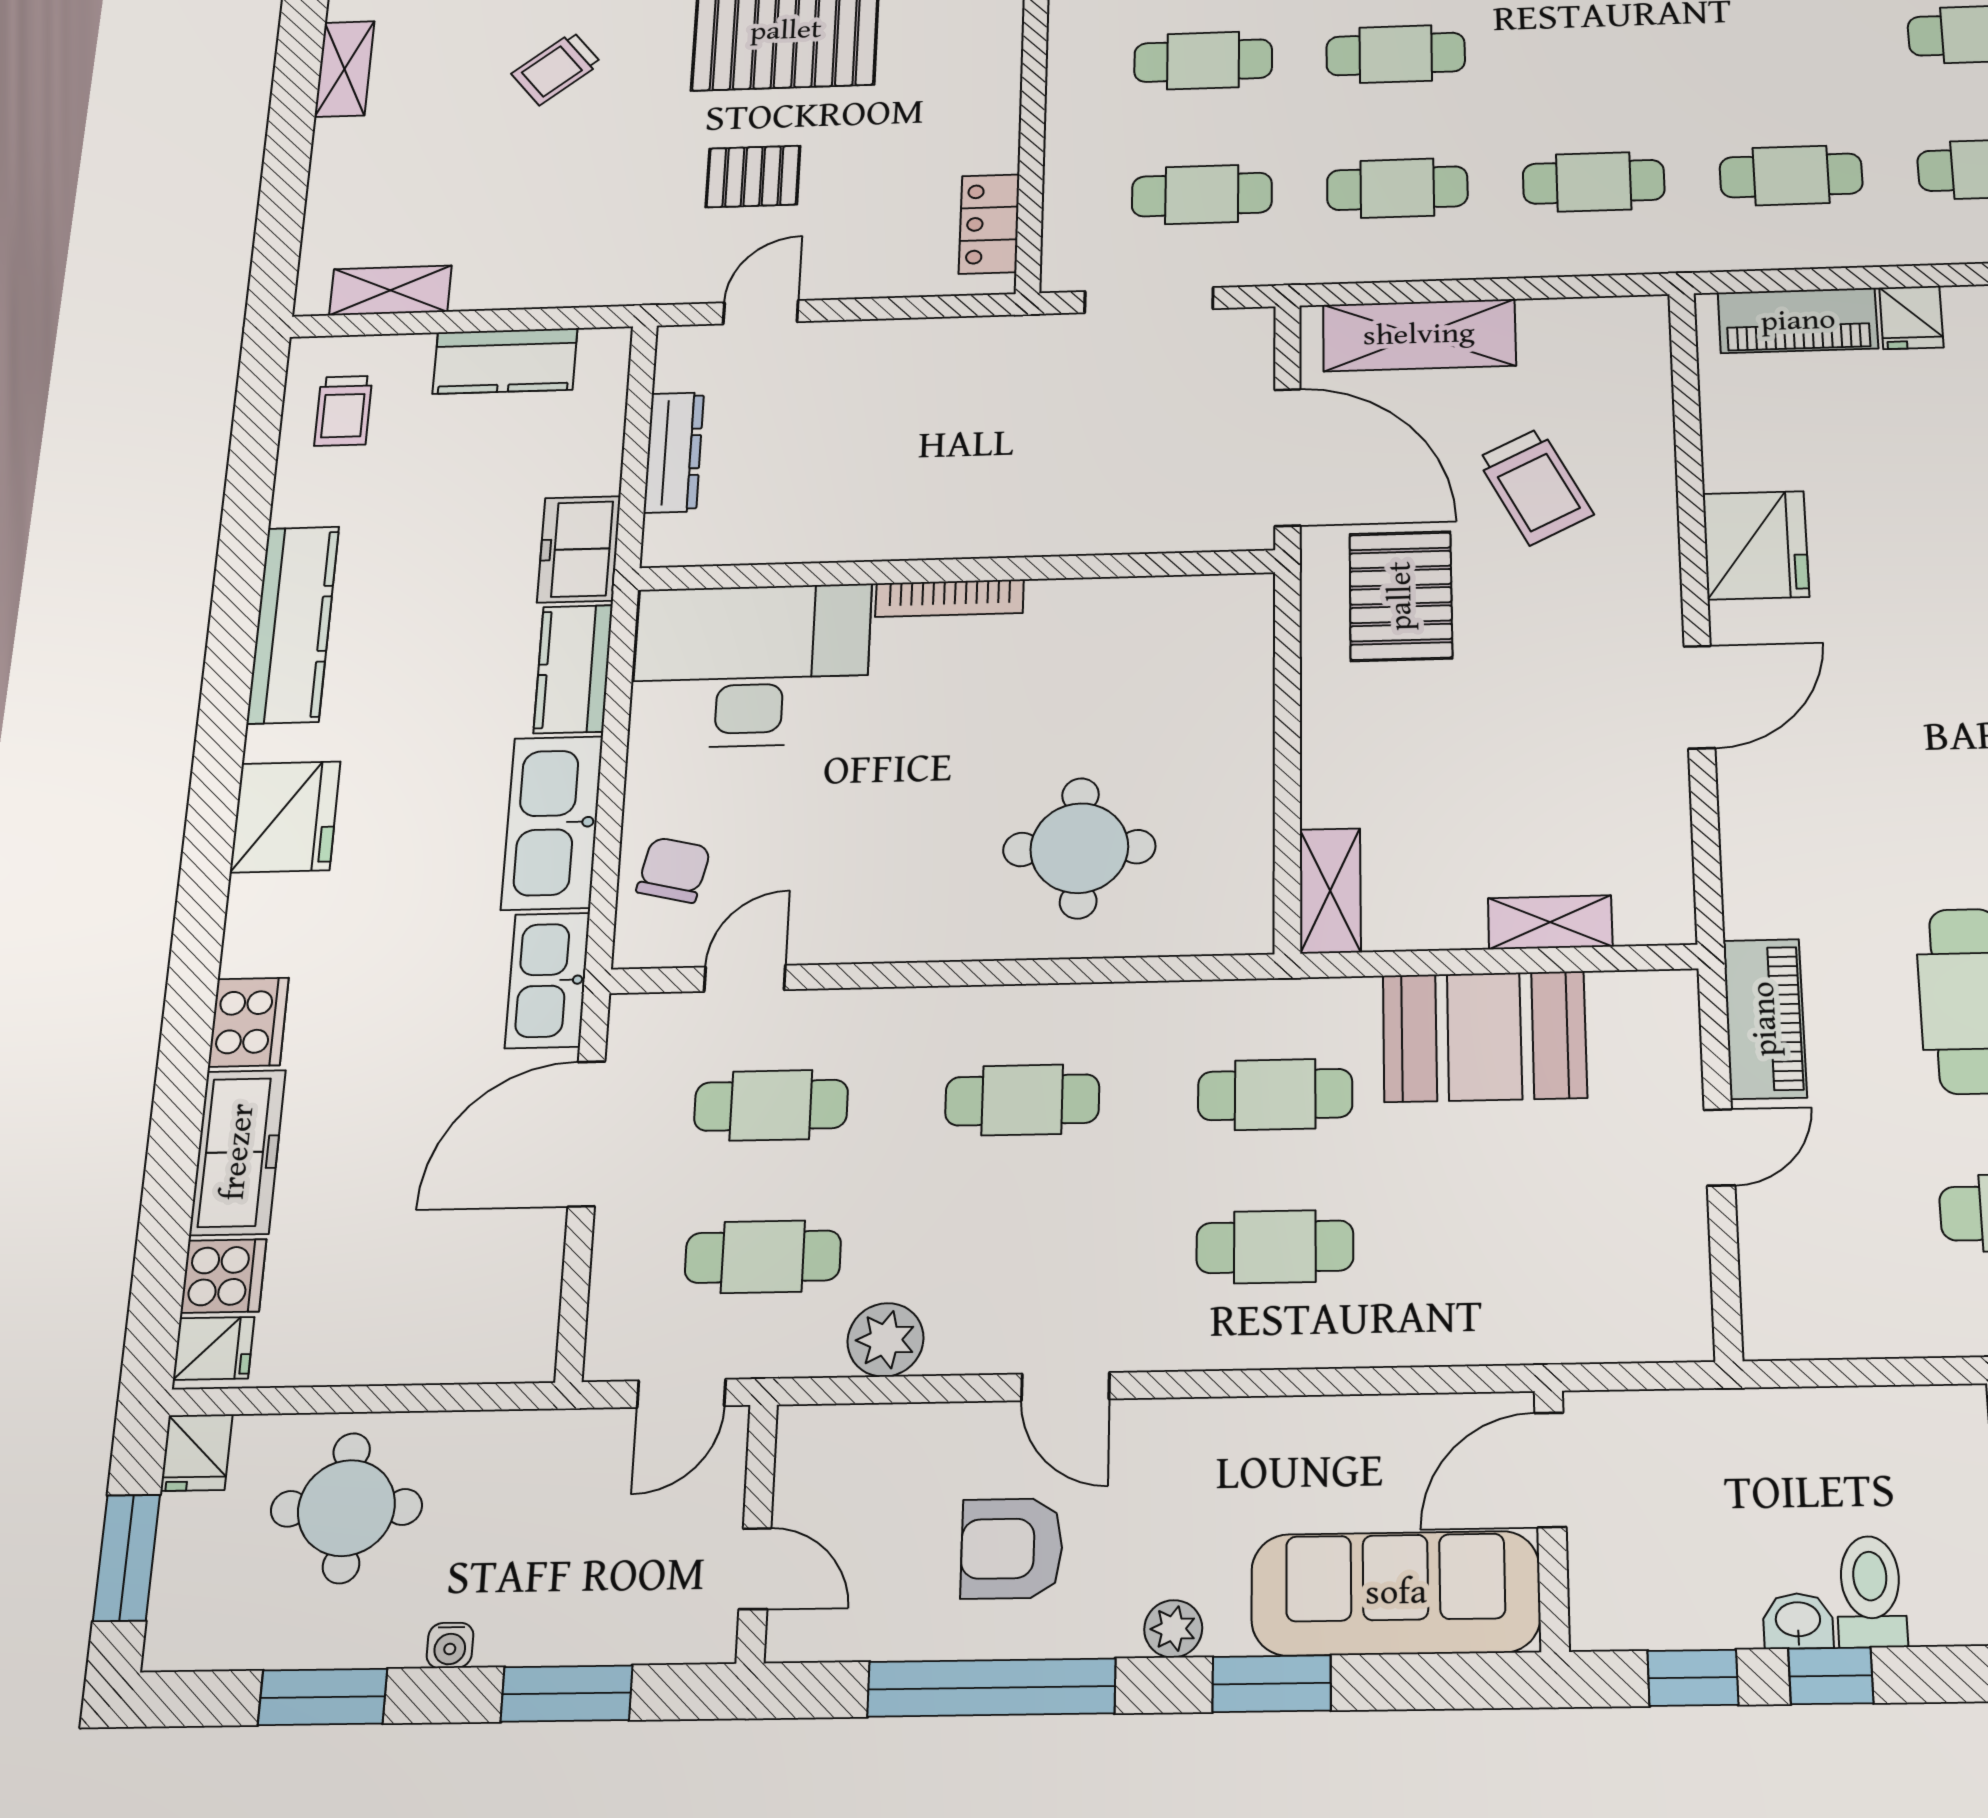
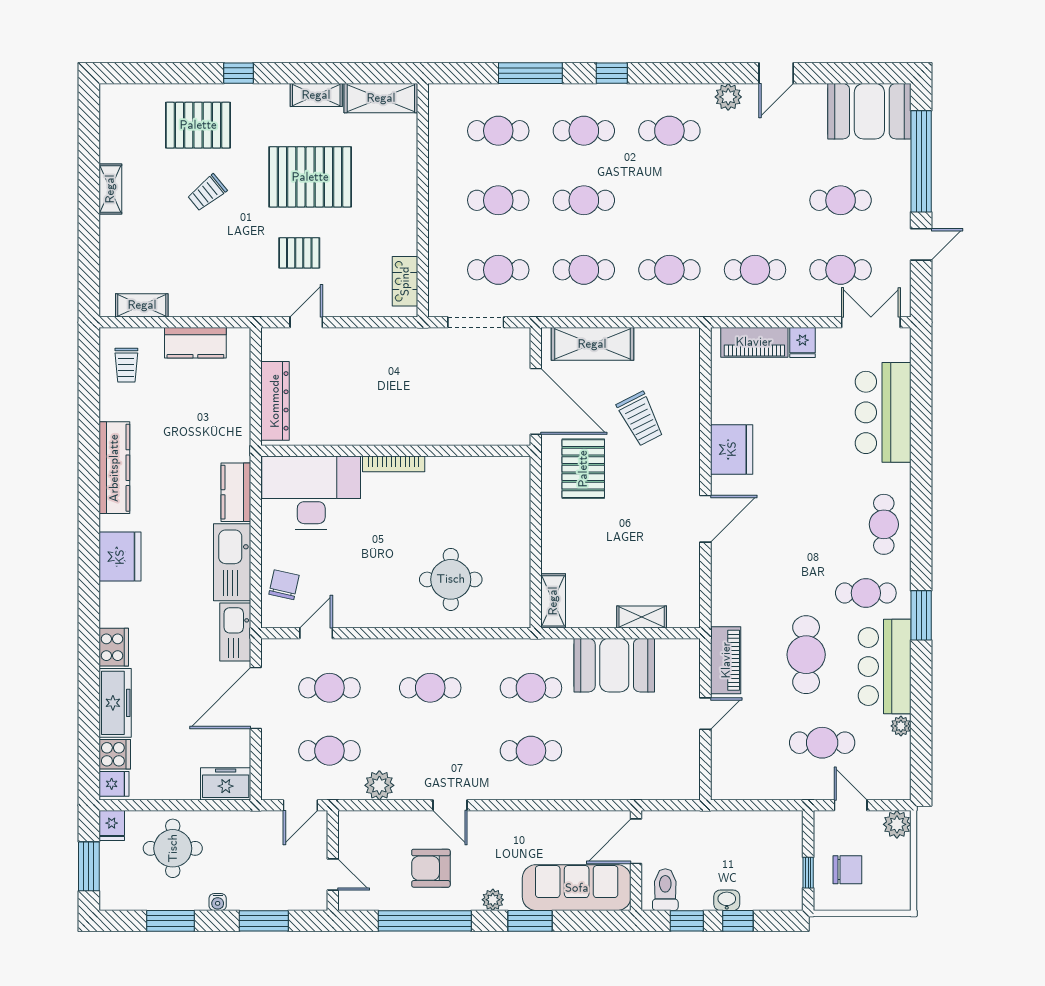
dresser: (674, 452) -> (275, 401), width x1.37, depth x1.24
freezer: (579, 549) -> (226, 784), moved, turned 90
toilet: (1871, 1592) -> (665, 890), moved

